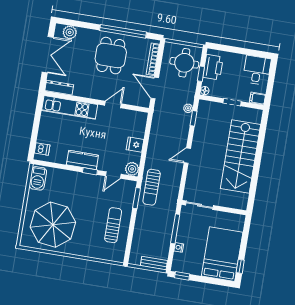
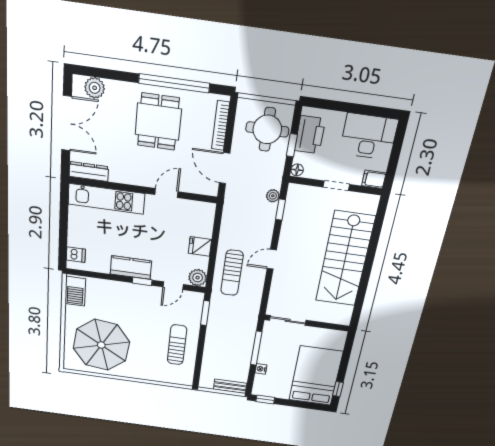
desk: (257, 70) -> (369, 136), width x1.37
sun lounger: (152, 187) -> (232, 273), moved

